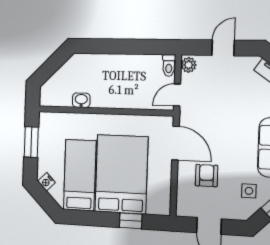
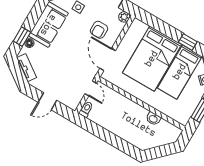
plant: (189, 65) -> (124, 17), moved
door: (177, 95) -> (91, 88), hinge flipped
window: (131, 221) -> (188, 42), moved

